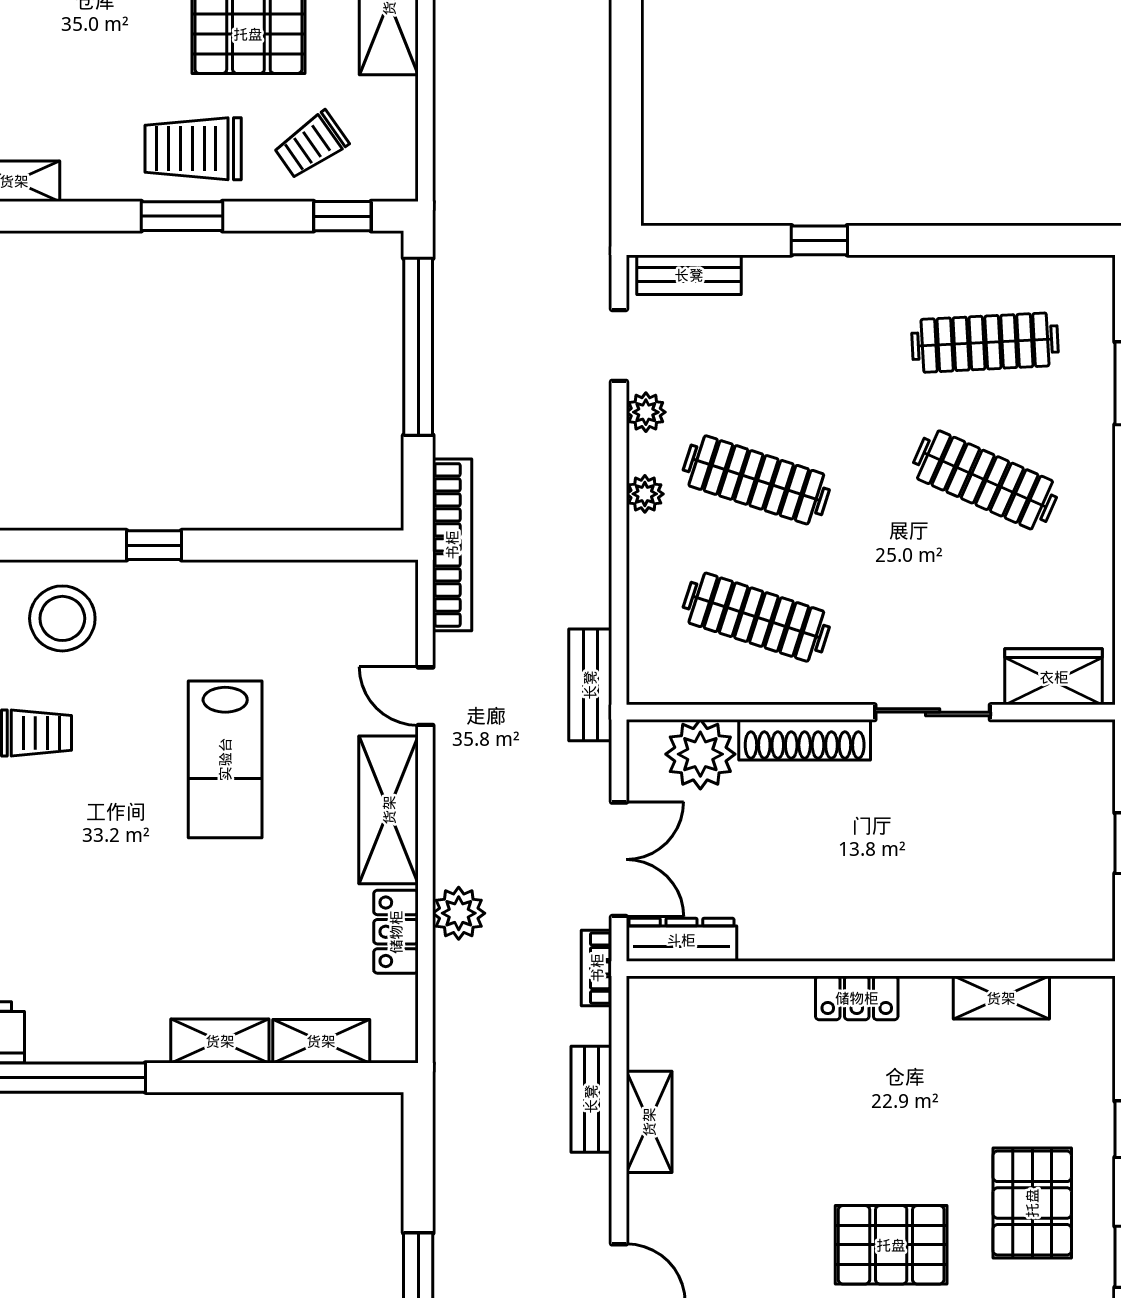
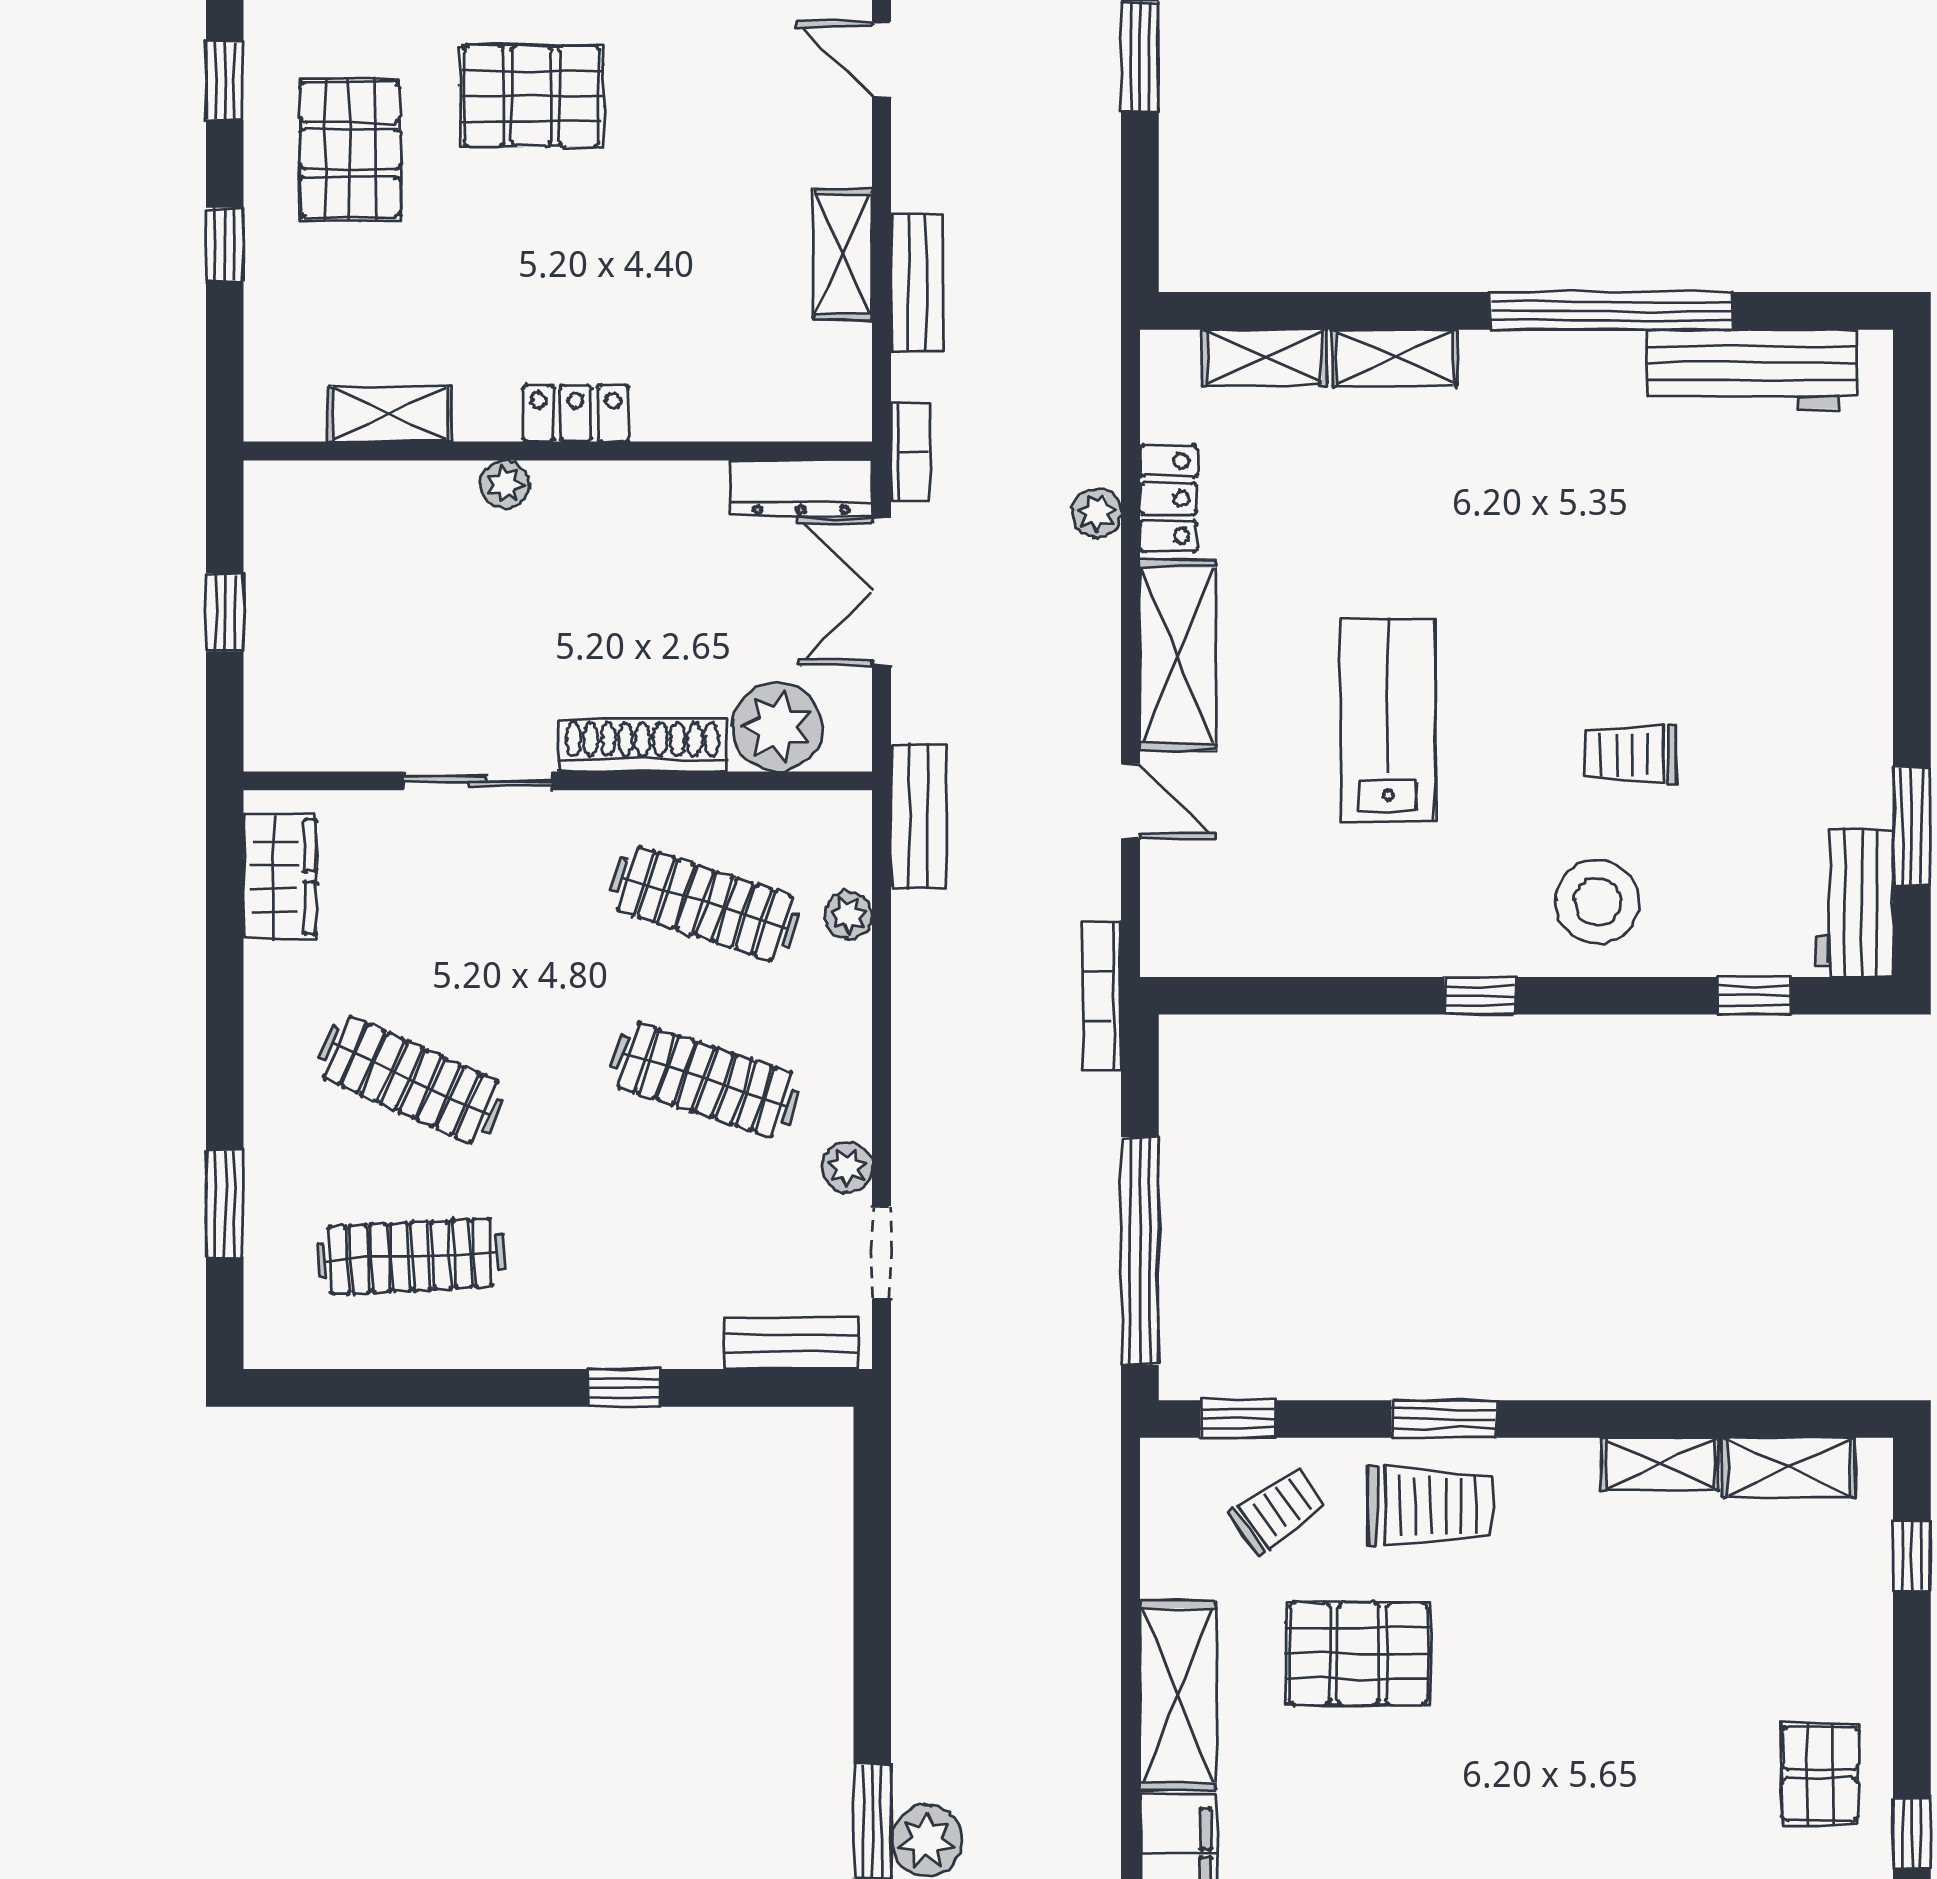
plant: (645, 494) -> (848, 915), moved
bookcase: (452, 545) -> (1102, 996), width x0.68, depth x0.76
wardrobe: (1054, 677) -> (280, 877), moved, turned -90
plant: (459, 913) -> (1097, 513), width x0.73, depth x0.73
plant: (912, 943) -> (505, 484), added

